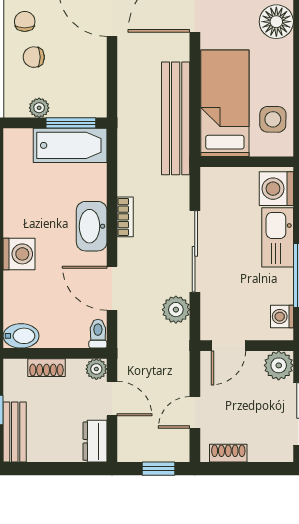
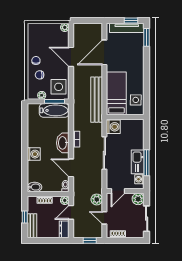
floor lamp: (276, 22) -> (137, 61), removed
side table: (81, 87) -> (59, 87), added
washing machine: (276, 189) -> (113, 127), moved, turned 180
kitchen sink: (278, 237) -> (138, 162), moved
plant: (176, 310) -> (97, 199), moved
door: (112, 399) -> (71, 212), swing flipped
door: (195, 412) -> (104, 218), hinge flipped

